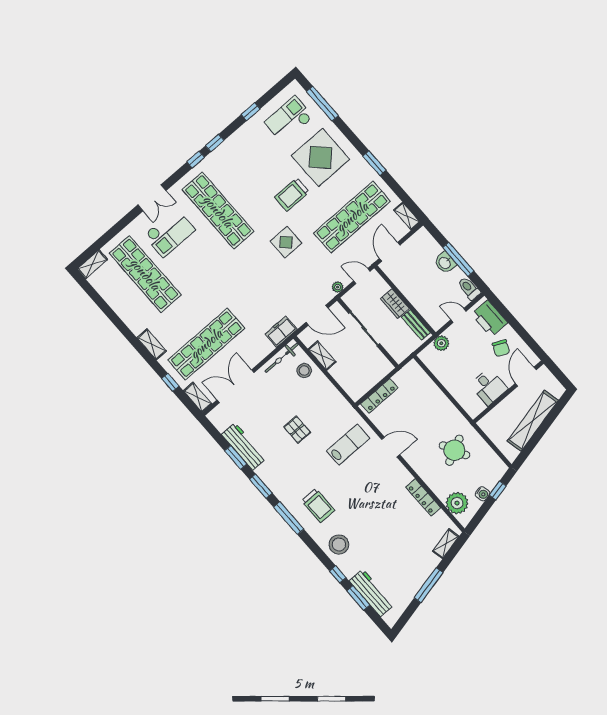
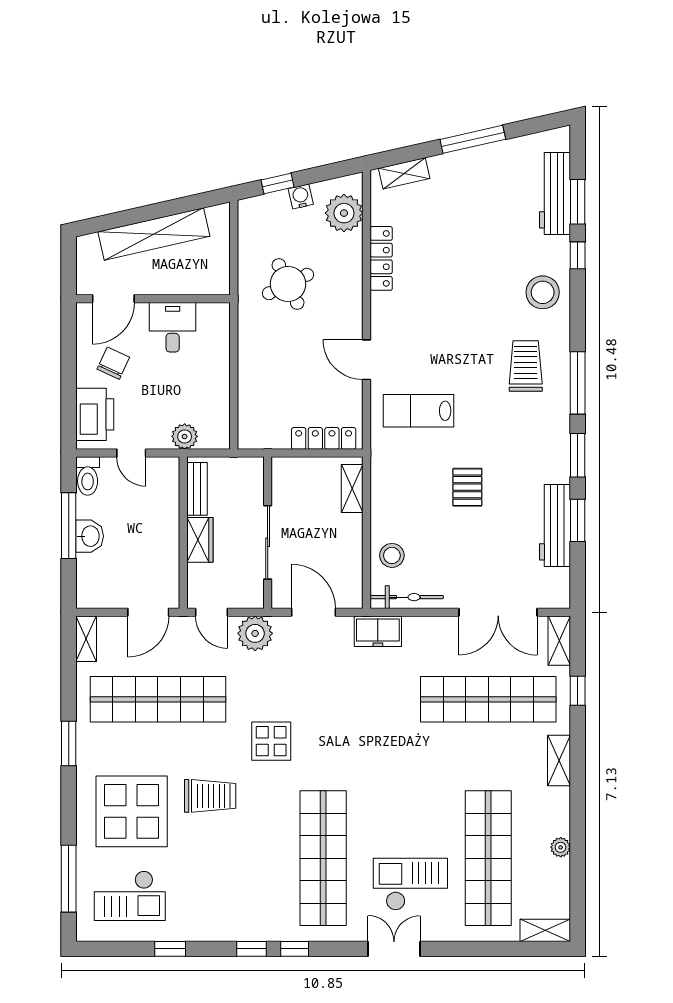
plant: (338, 287) -> (255, 633), width x1.88, depth x1.88
plant: (118, 307) -> (561, 847), added
shelving: (322, 356) -> (352, 489), moved

